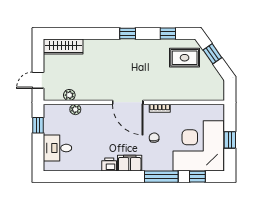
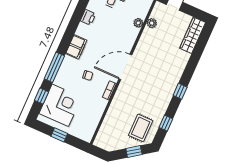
corner desk: (198, 146) -> (60, 105), width x0.74, depth x0.74
printer: (109, 165) -> (88, 17), moved

